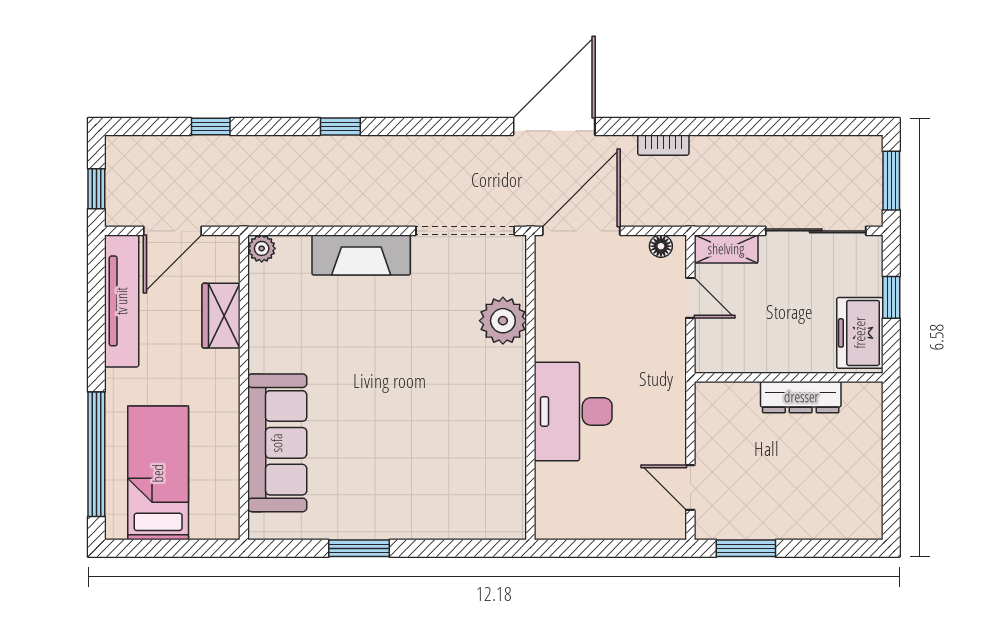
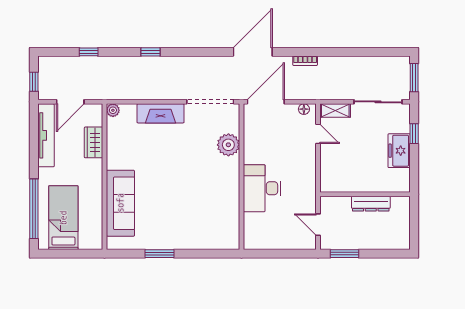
wall: (789, 377) -> (365, 194), moved
dresser: (801, 397) -> (371, 204), moved

